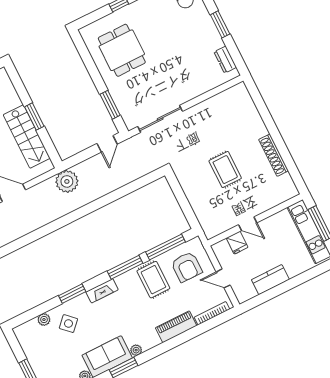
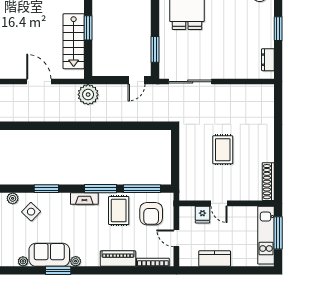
shoe rack: (274, 155) -> (268, 182), moved
fireplace: (102, 291) -> (84, 199), moved

